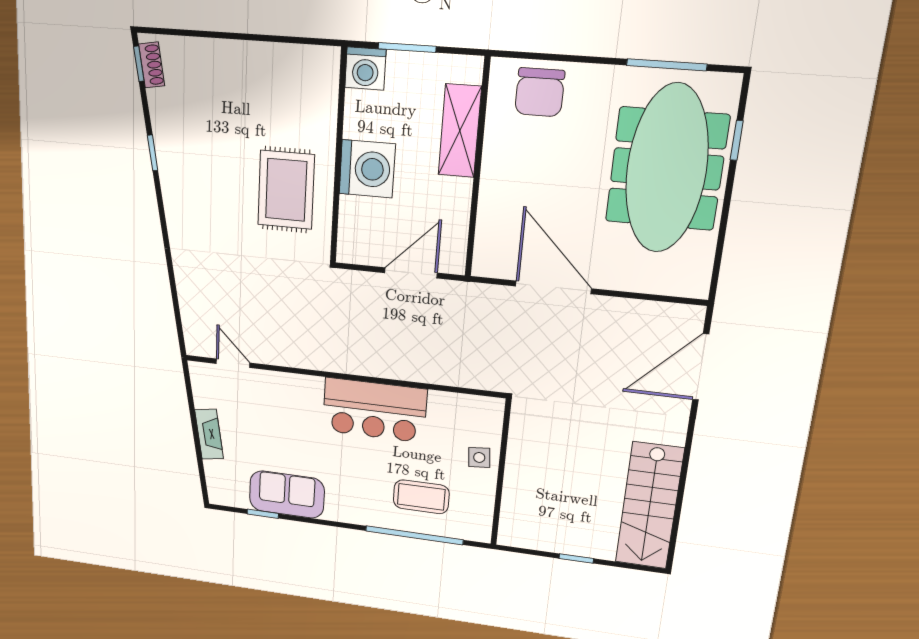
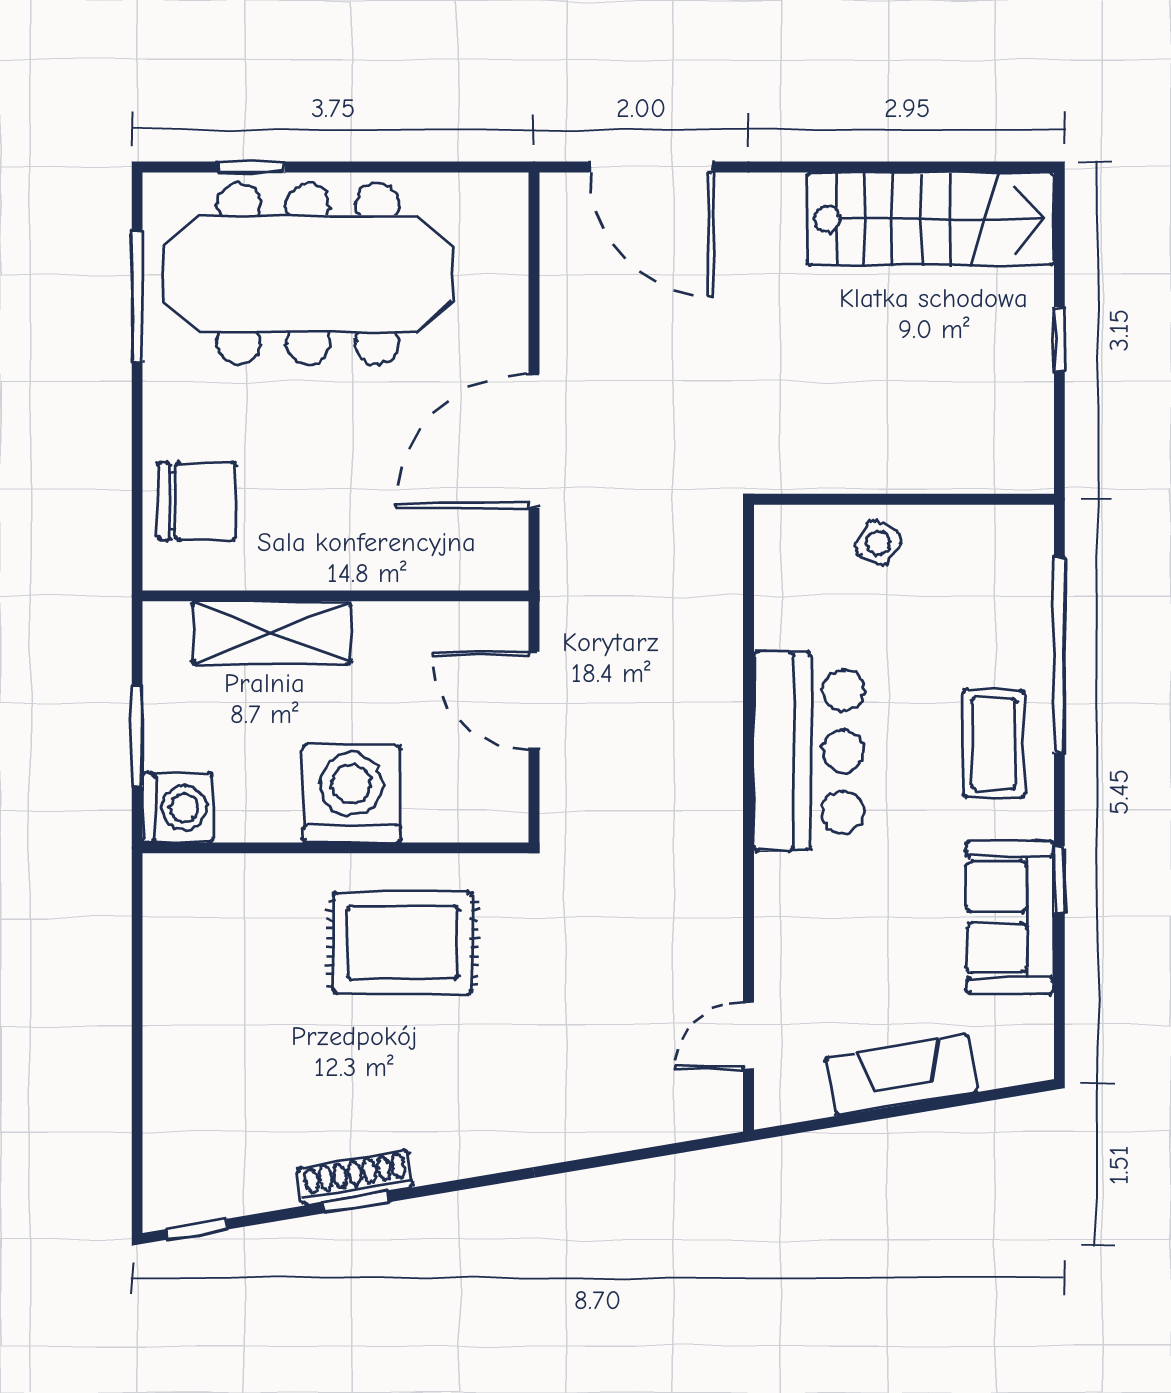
shoe rack: (152, 65) -> (356, 1178), moved, width x1.43
fireplace: (209, 434) -> (902, 1075), width x1.37, depth x1.32
side table: (479, 457) -> (878, 543), turned 36
coffee table: (421, 497) -> (994, 744), moved
window: (263, 514) -> (1059, 879), moved

